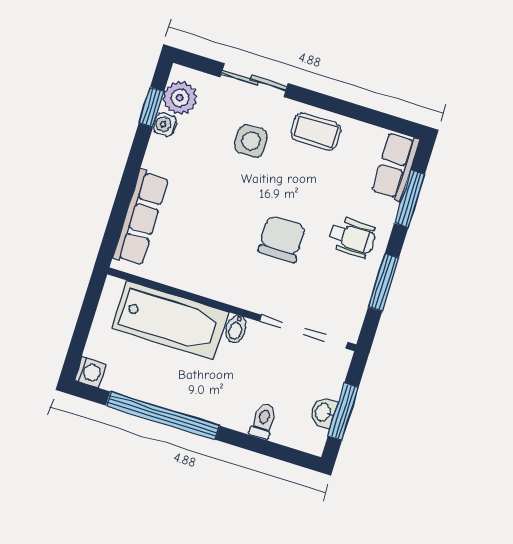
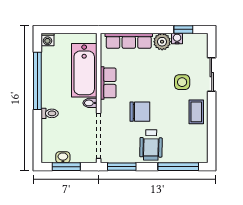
plant: (180, 98) -> (162, 42), moved
row of seats: (396, 166) -> (108, 83), moved, turned 90
window: (410, 198) -> (178, 167), width x1.44
wheelchair: (352, 237) -> (151, 145), width x1.36, depth x1.37
window: (383, 282) -> (122, 167), moved
toilet: (263, 421) -> (50, 113), moved

